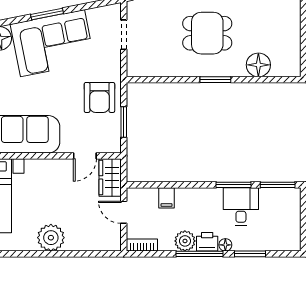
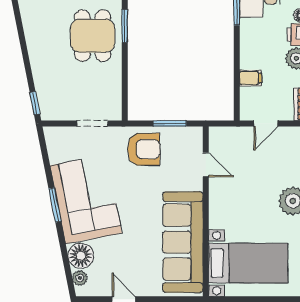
dining table: (207, 33) -> (93, 36), moved
doorway: (124, 35) -> (93, 123), moved
wardrobe: (110, 177) -> (229, 138), removed

